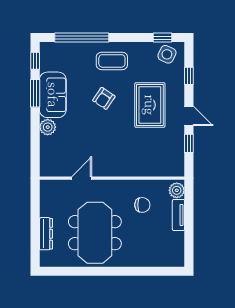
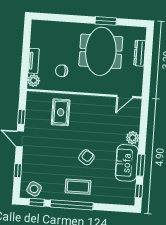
window: (82, 38) -> (72, 205), moved
rug: (150, 105) -> (61, 112), moved, width x0.73, depth x0.70
door: (82, 178) -> (125, 96), moved
window: (91, 271) -> (106, 21), added

